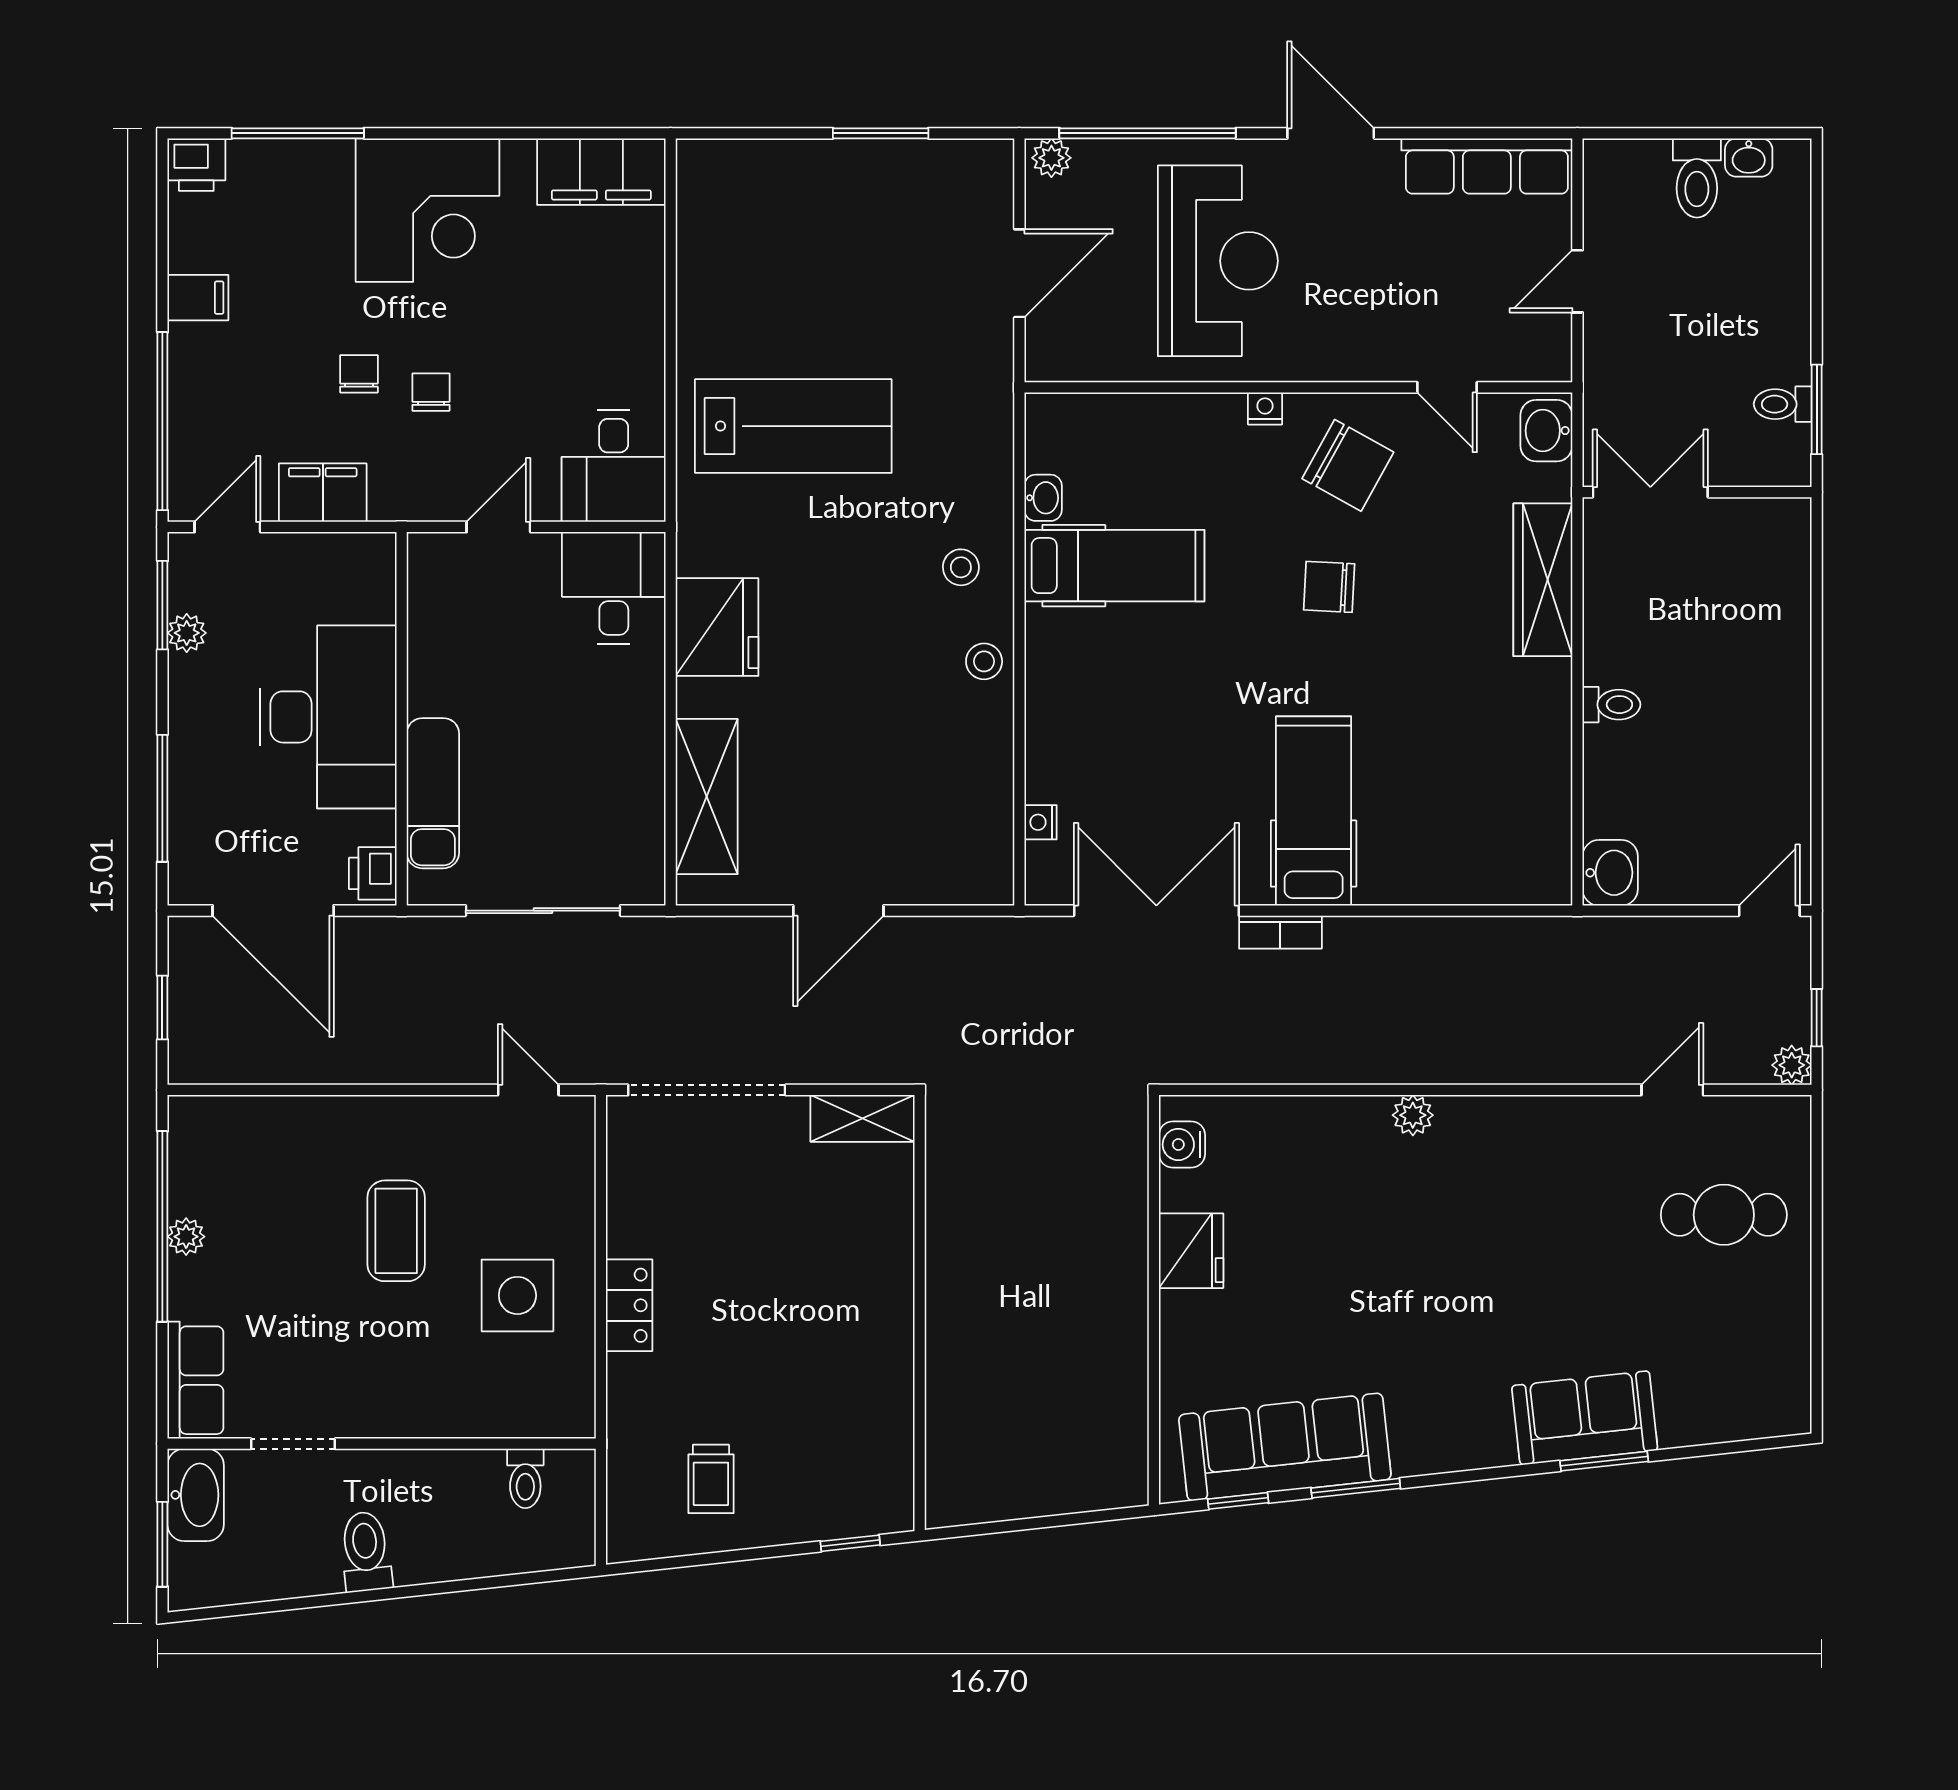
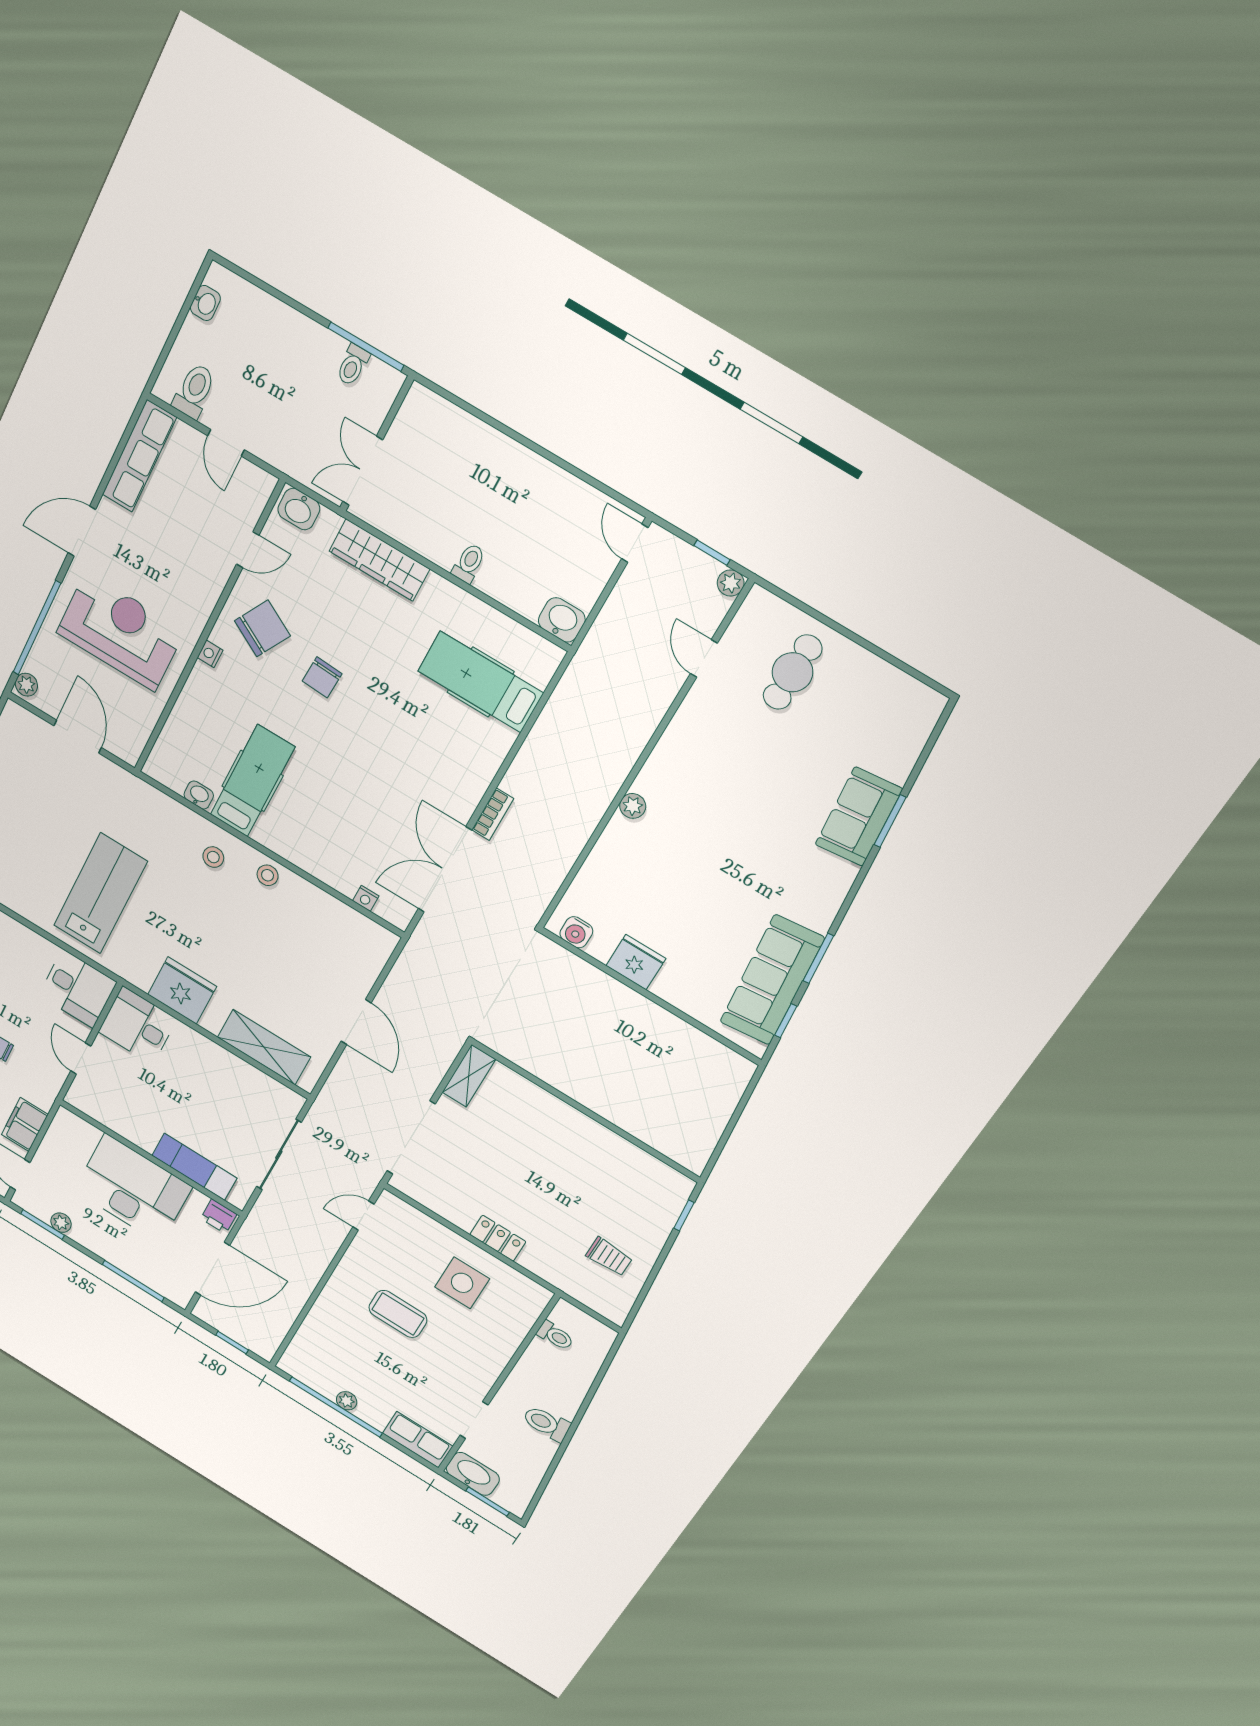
toilet: (1697, 178) -> (194, 391), moved, turned -90
window: (1817, 409) -> (366, 347), width x1.44
hospital bed: (1314, 811) -> (481, 682), moved

